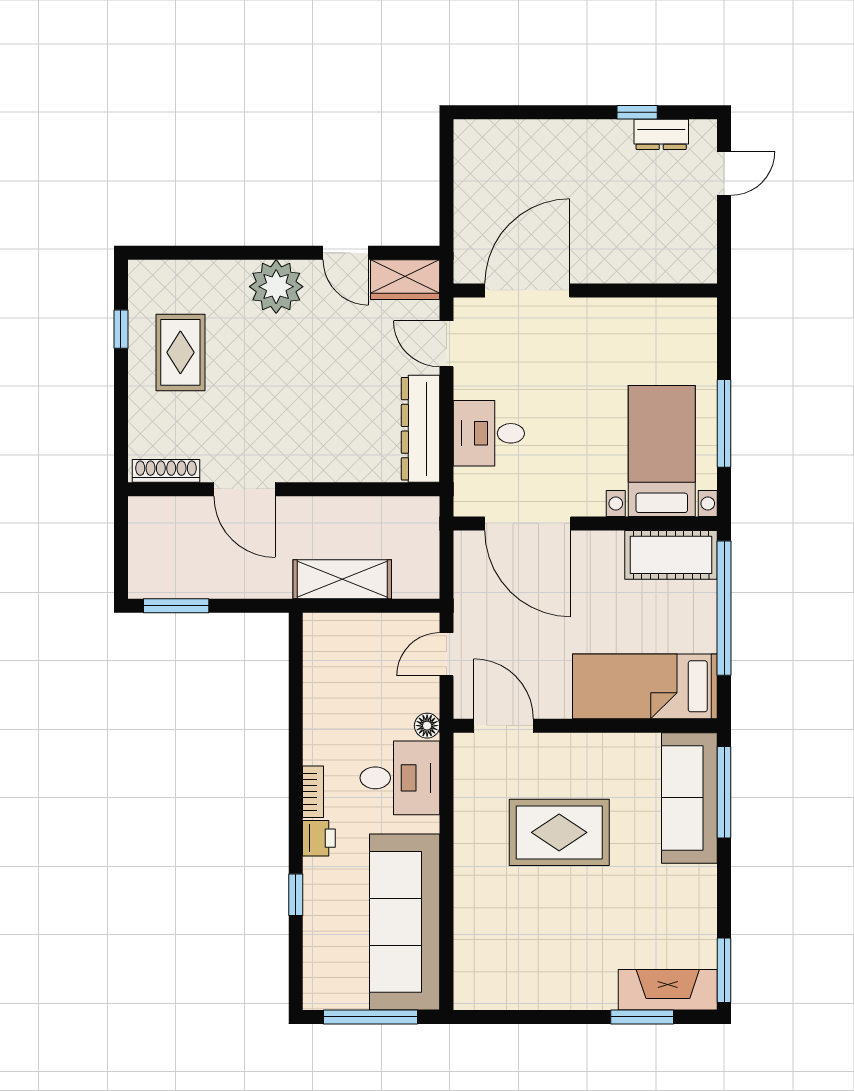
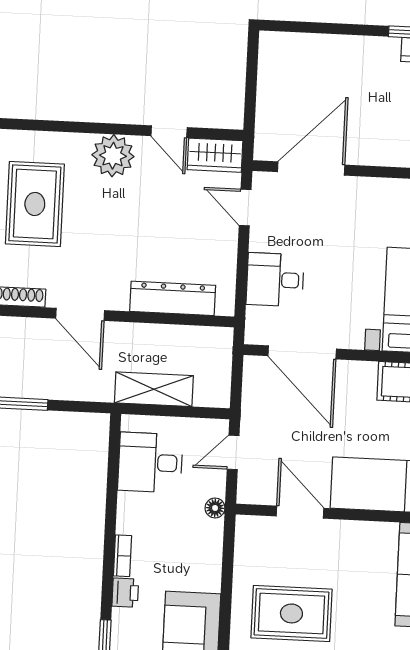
rug: (180, 352) -> (35, 204), width x1.36, depth x1.43
dresser: (421, 429) -> (173, 298), moved, turned 90
door: (504, 726) -> (300, 512), moved
desk: (400, 778) -> (150, 462), moved, turned 180
rug: (559, 832) -> (291, 613), moved

